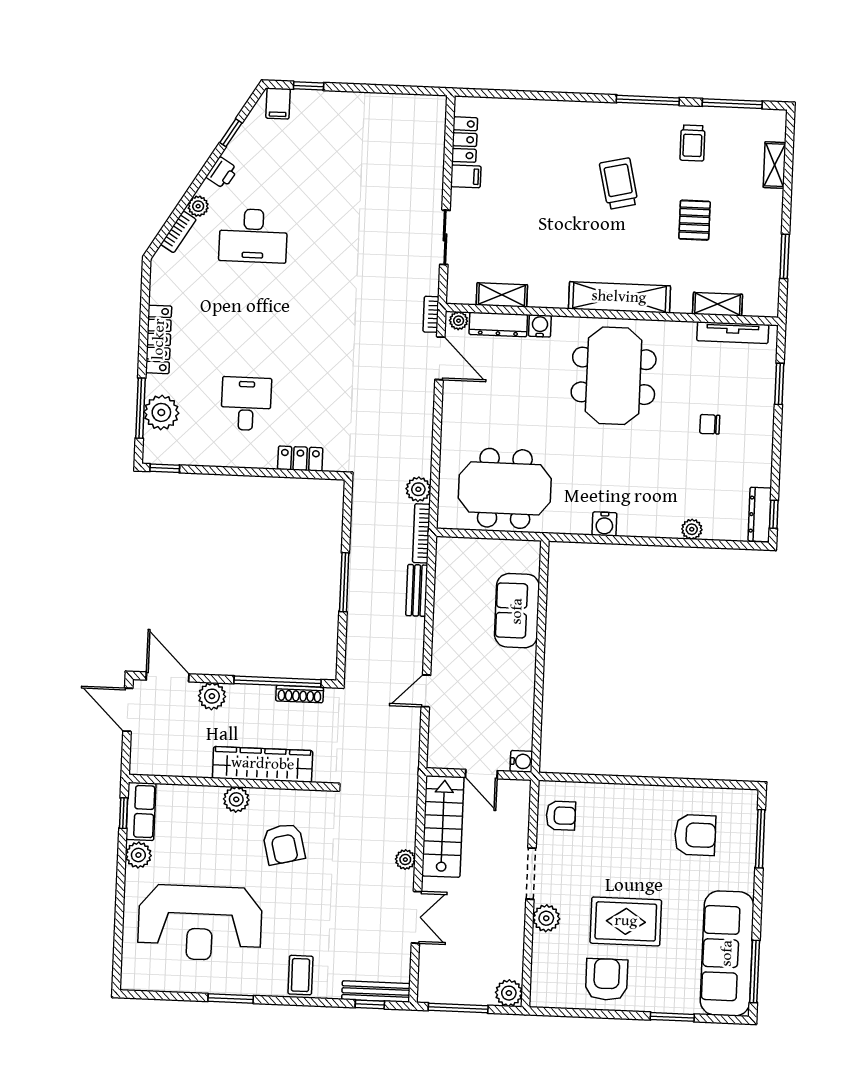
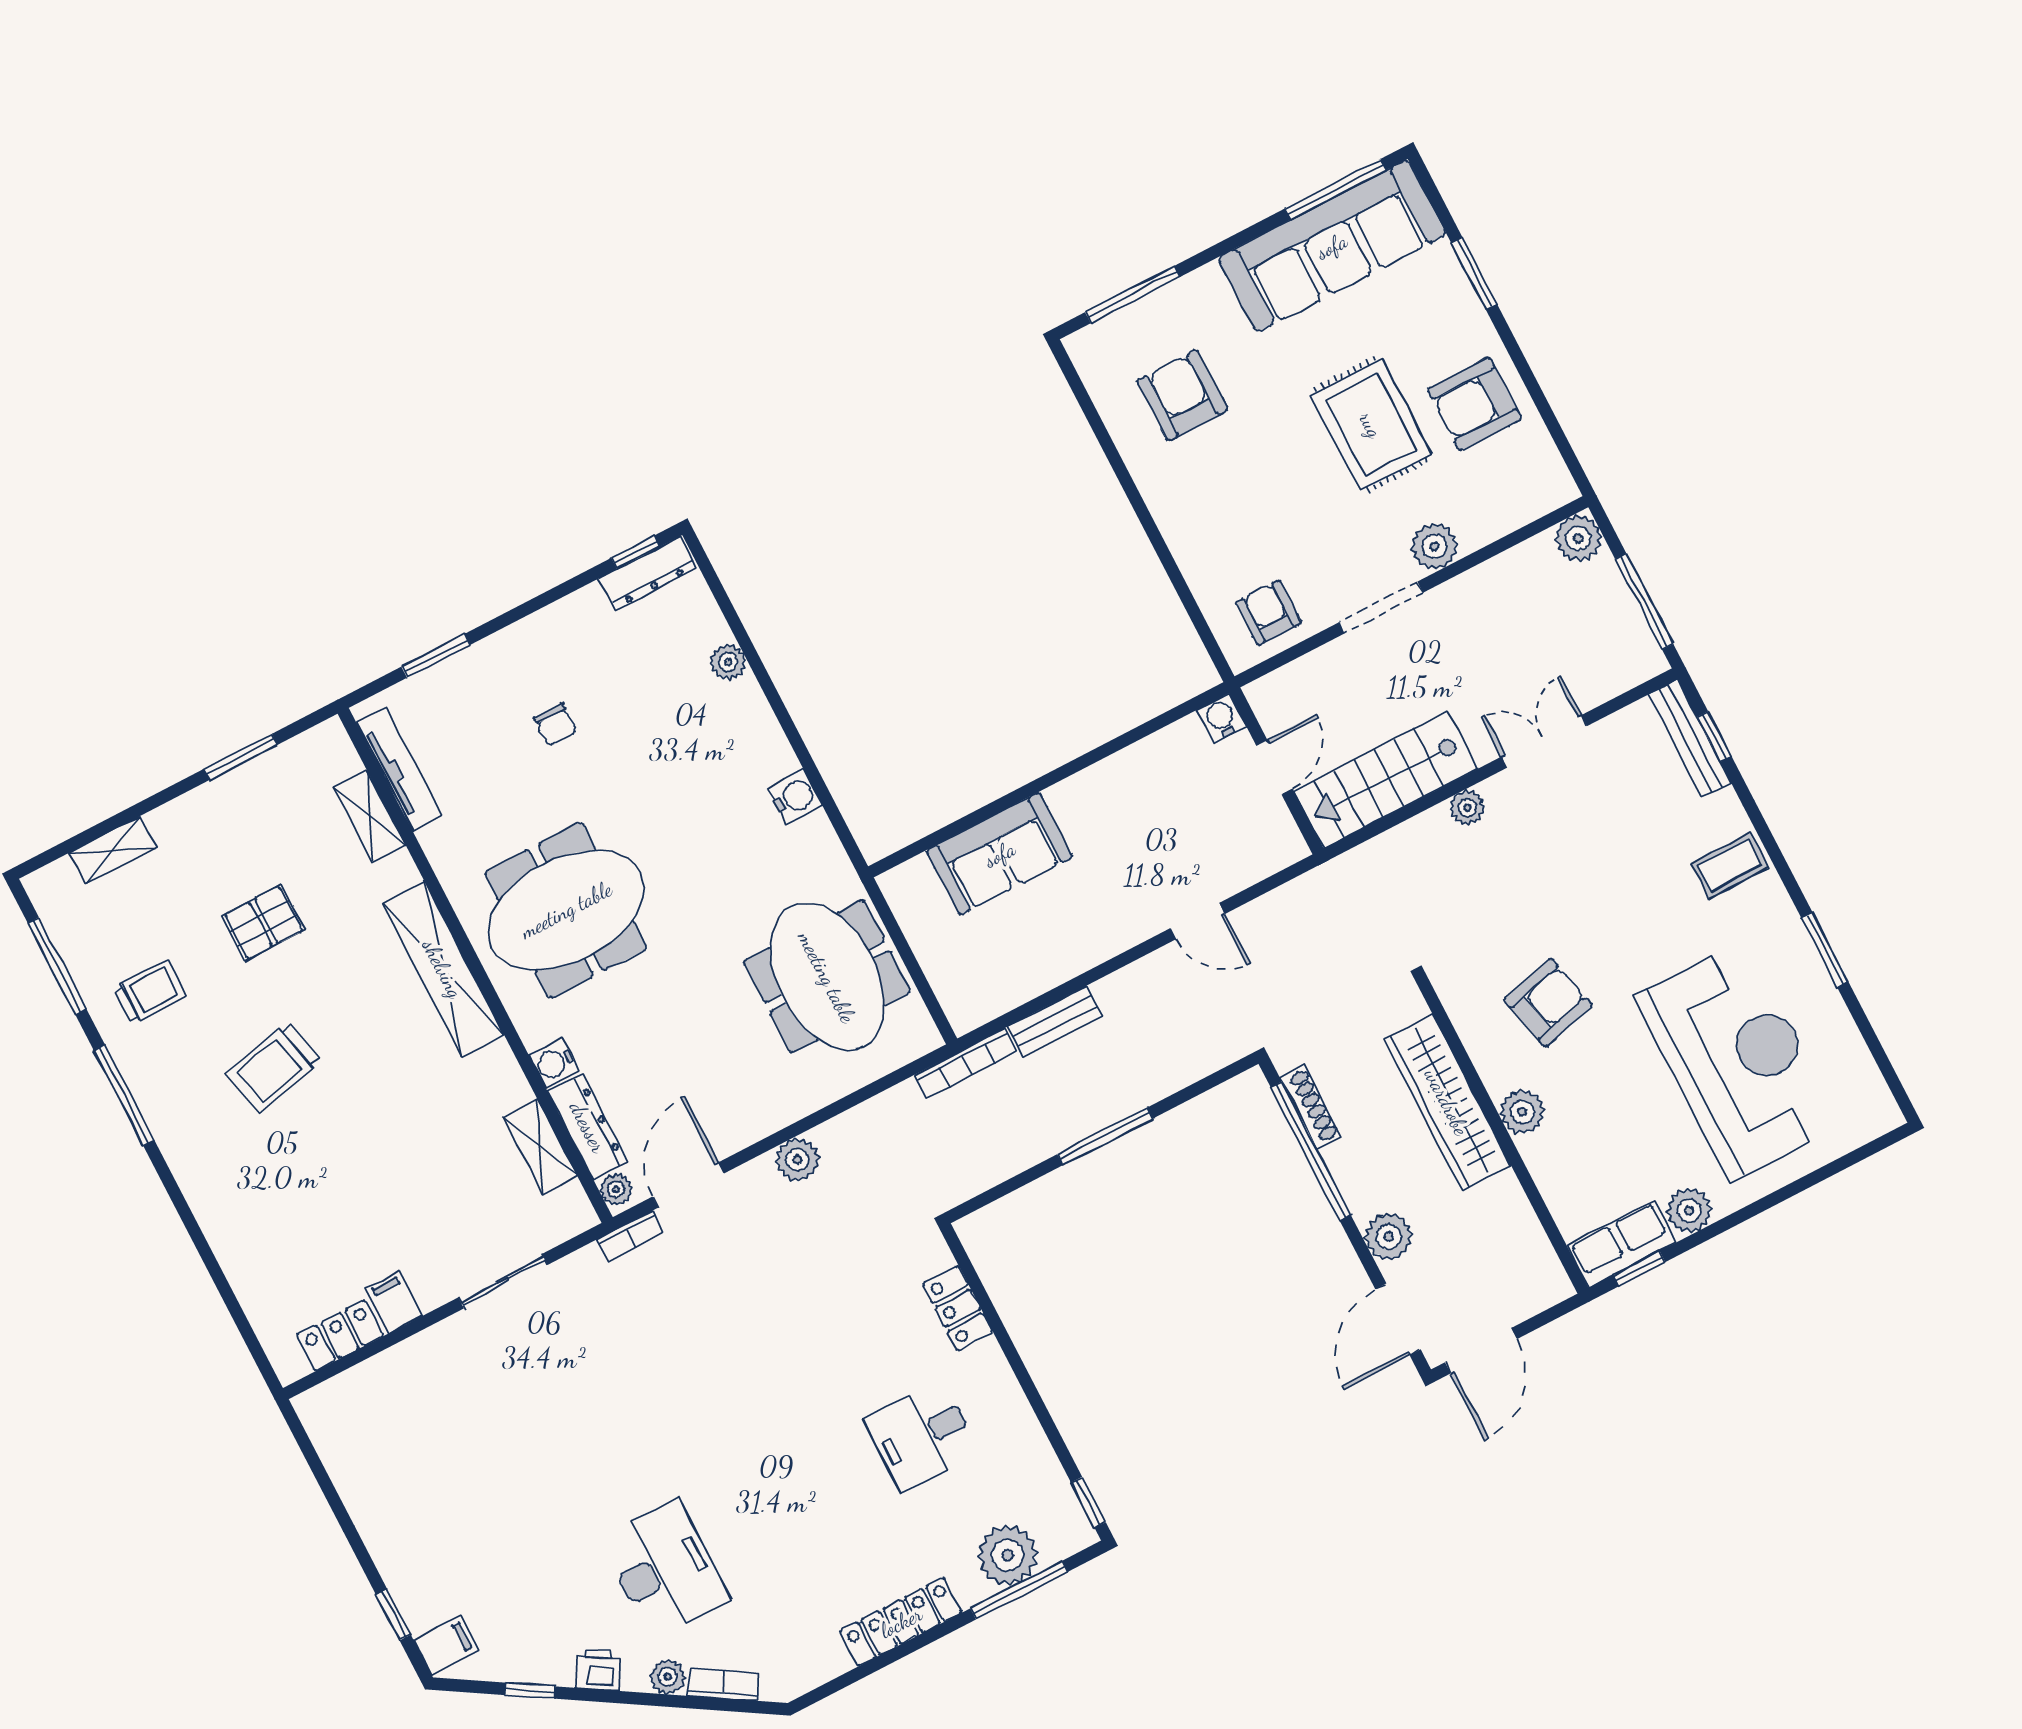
plant: (418, 489) -> (798, 1159), moved

